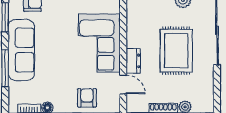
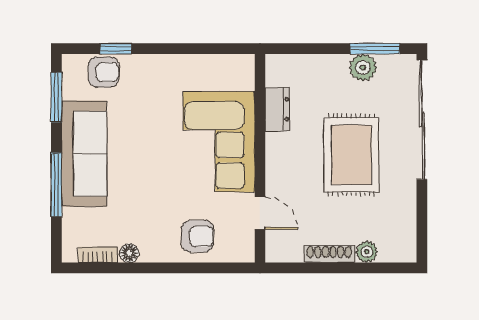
dresser: (133, 61) -> (277, 109), moved
armchair: (87, 98) -> (198, 236), turned 90

